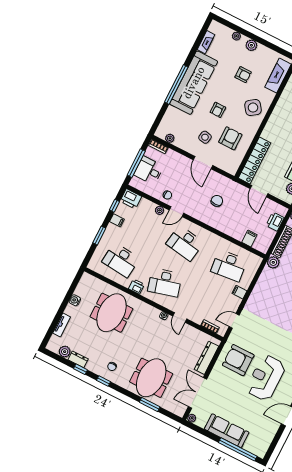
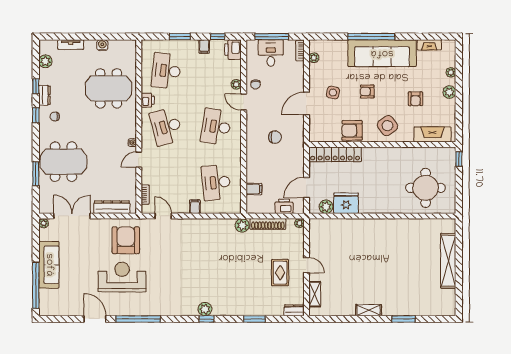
armchair: (230, 138) -> (352, 130), moved, turned 180
door: (259, 191) -> (306, 188), moved
dresser: (78, 359) -> (44, 95), moved

